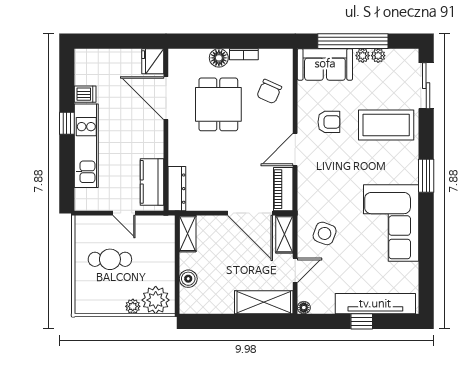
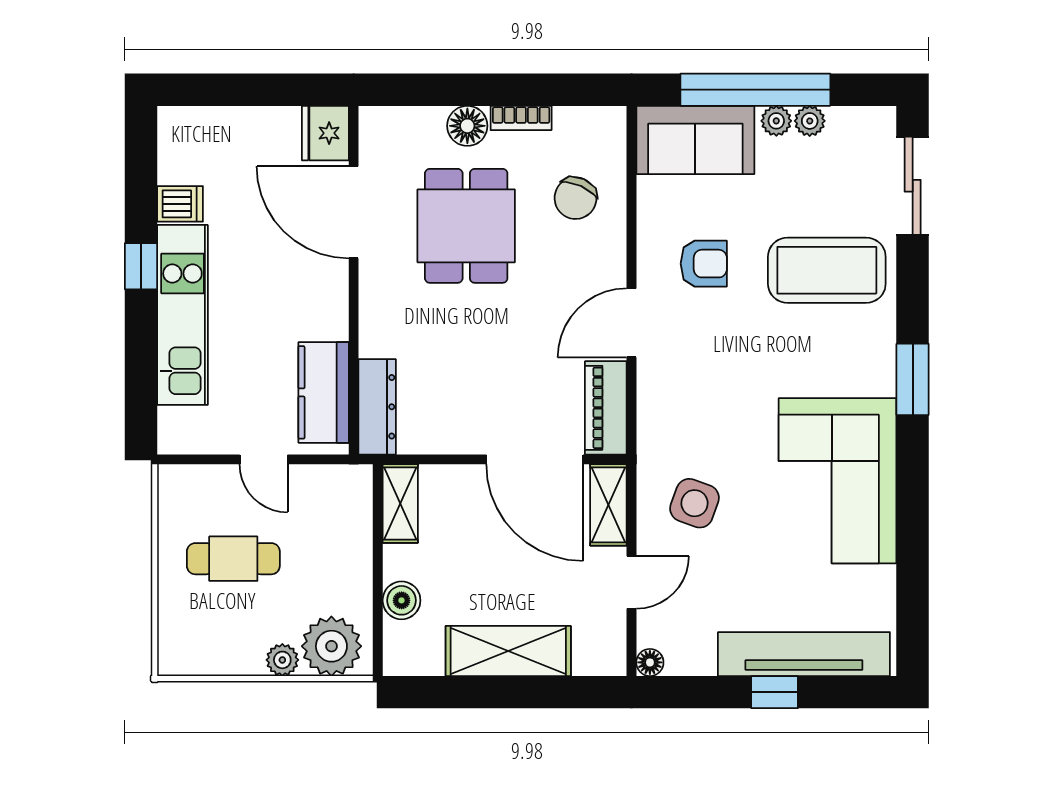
shelving: (264, 302) -> (508, 651), moved

